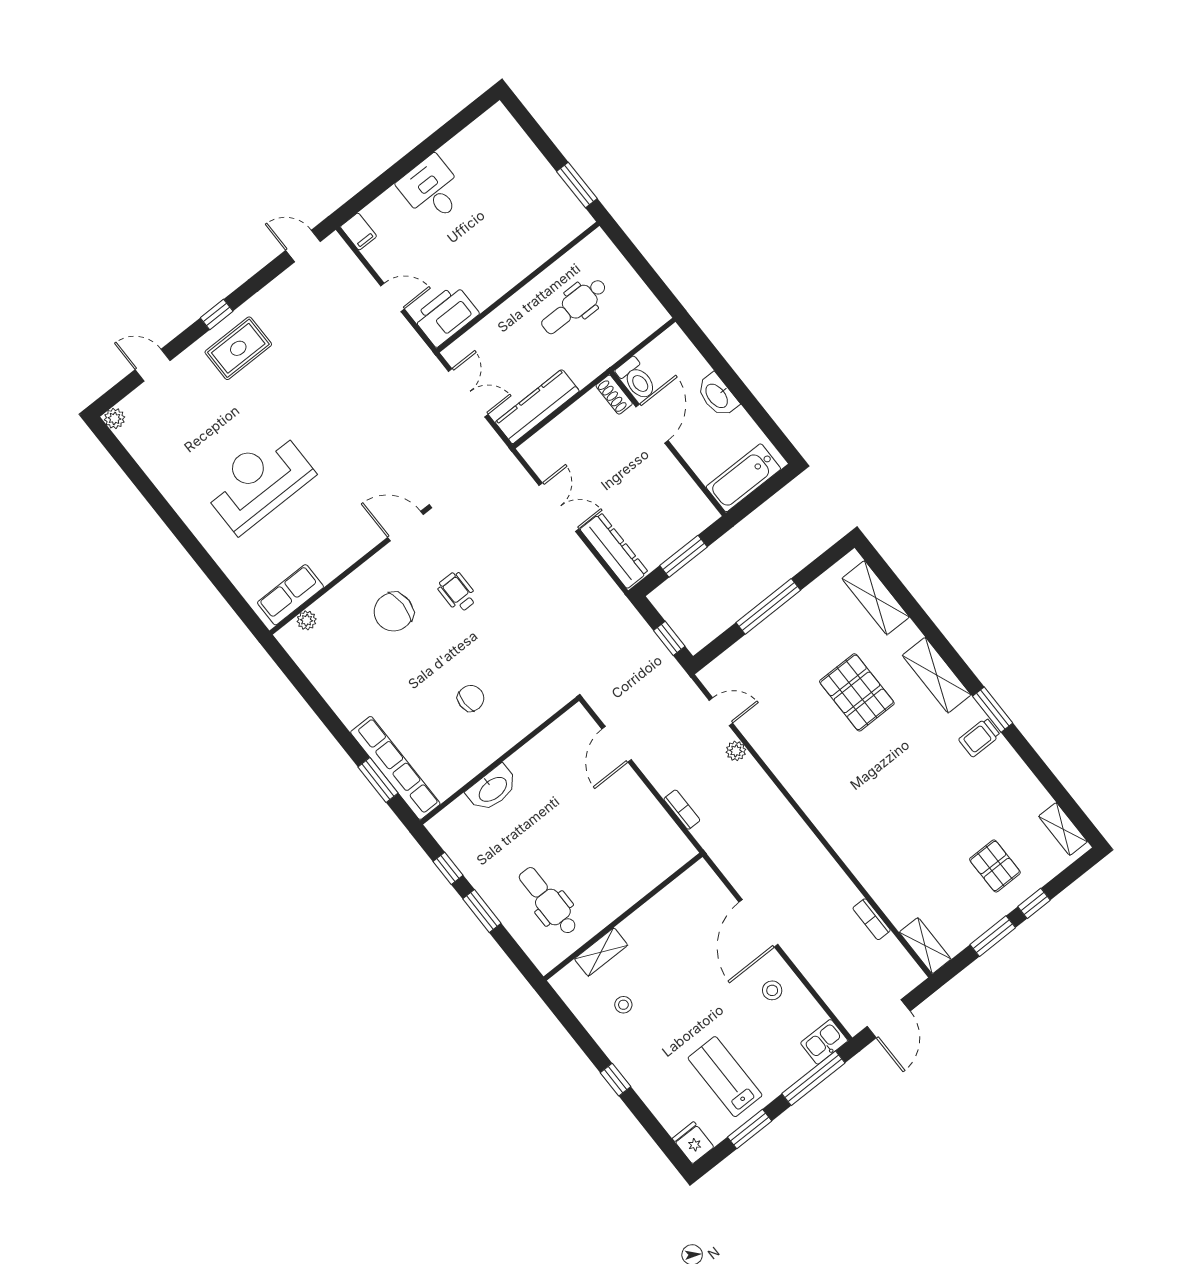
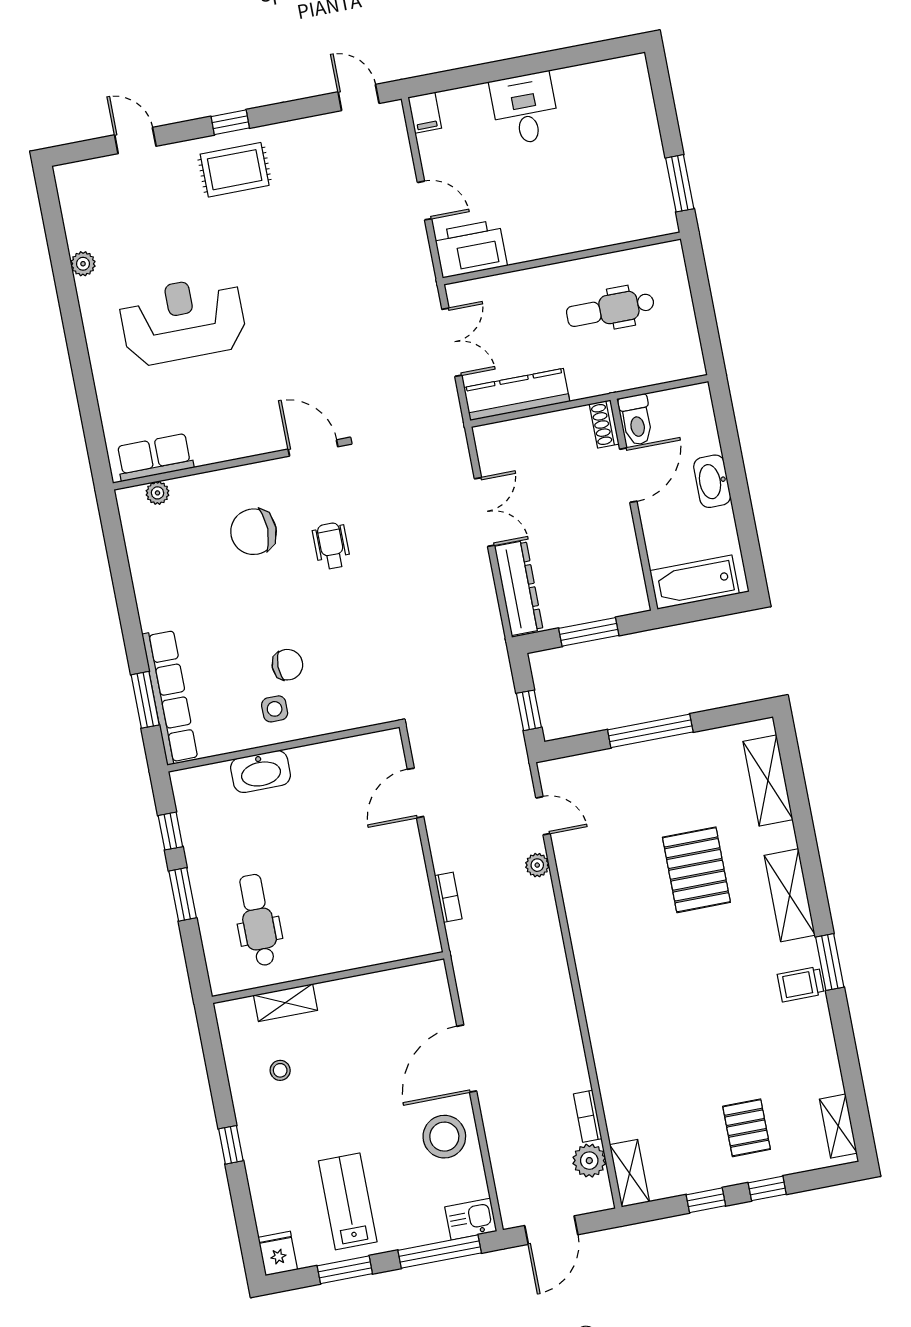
plant: (115, 418) -> (83, 264), moved
side table: (478, 736) -> (275, 709), added
window: (993, 936) -> (706, 1200), width x0.67
plant: (890, 952) -> (589, 1161), added
stool: (772, 990) -> (444, 1137), width x1.89, depth x1.89

